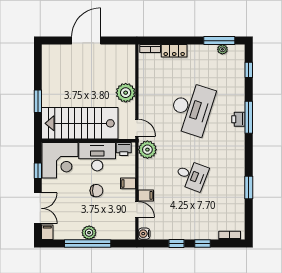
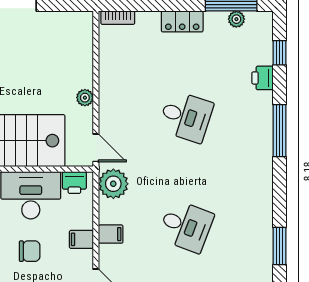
locker: (174, 51) -> (182, 21), moved
plant: (126, 93) -> (85, 98), width x0.53, depth x0.53
desk: (192, 109) -> (186, 117), width x0.53, depth x0.77
printer: (238, 119) -> (262, 78), moved
filing cabinet: (146, 195) -> (111, 234), moved

